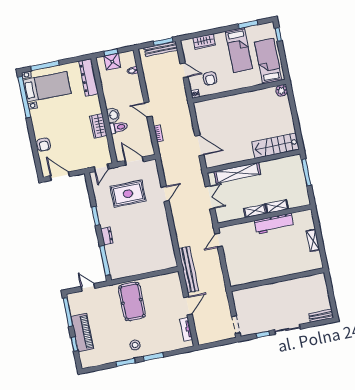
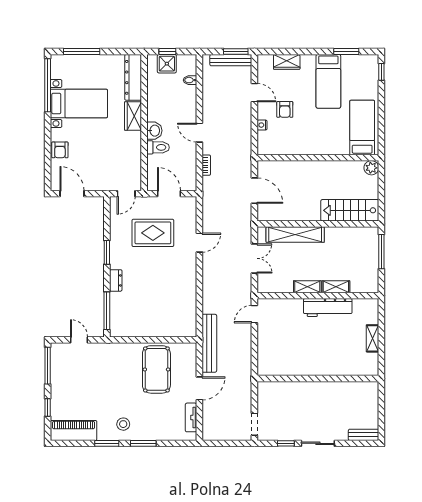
bed: (268, 61) -> (362, 128), moved
bed with nightstands: (47, 87) -> (79, 103), moved
wall: (239, 91) -> (318, 158), moved
plant: (282, 91) -> (371, 168), moved
wardrobe: (98, 126) -> (133, 116), moved
pool table: (132, 301) -> (156, 369), moved
piano: (82, 333) -> (74, 430), moved, turned -90

